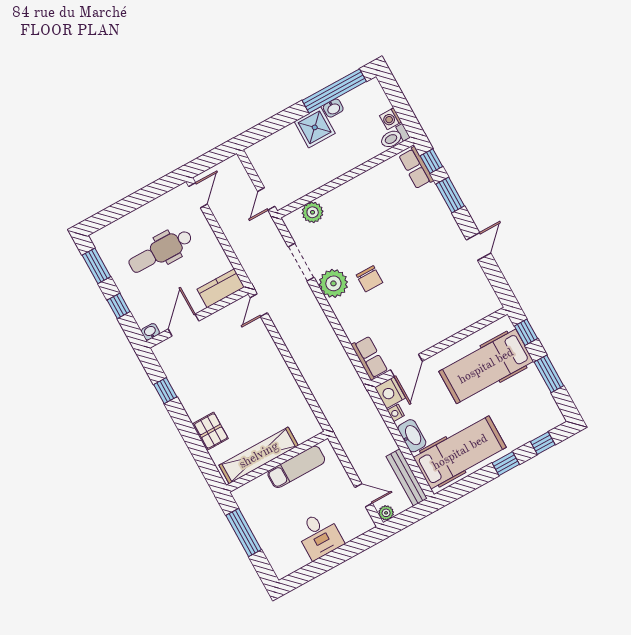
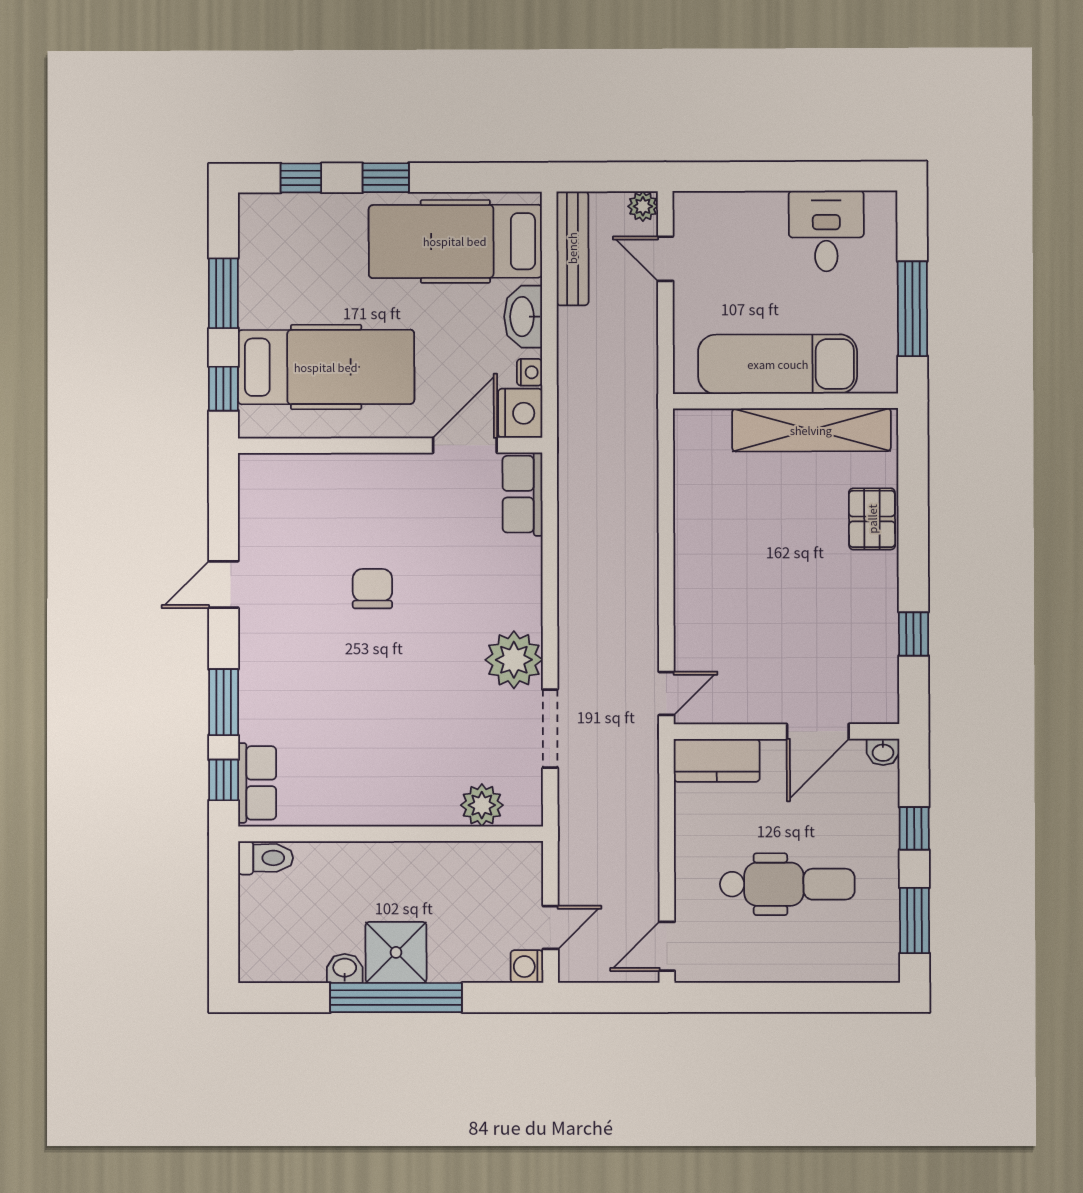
window: (334, 91) -> (396, 998), moved
washing machine: (391, 119) -> (527, 967), moved, turned 180
door: (266, 199) -> (550, 927), moved
chair: (369, 279) -> (372, 589), moved
exam couch: (296, 467) -> (778, 364), width x1.36, depth x1.45
desk: (319, 535) -> (826, 231), moved

